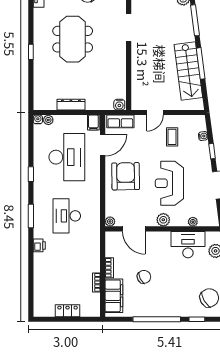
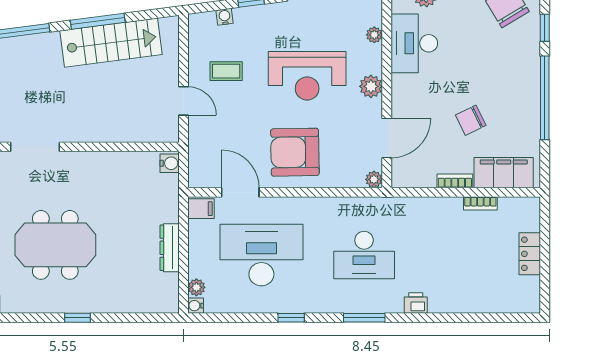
row of seats: (120, 121) -> (199, 161), removed
chair: (144, 277) -> (471, 120), turned -89

